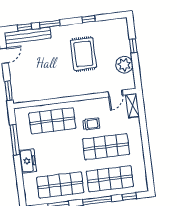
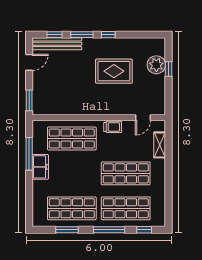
window: (89, 19) -> (108, 35), moved
rug: (83, 54) -> (114, 71), turned 90
plant: (124, 65) -> (156, 65), moved
shelving: (132, 106) -> (160, 145), moved
trolley: (91, 124) -> (113, 127), moved
freezer: (28, 161) -> (40, 167), moved

